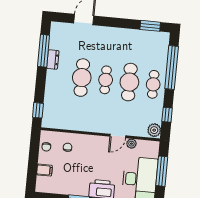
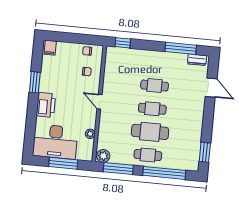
dresser: (53, 59) -> (197, 60), moved
cafe table: (82, 78) -> (155, 86), width x0.73, depth x0.74
window: (167, 115) -> (118, 169), width x2.17
door: (118, 136) -> (99, 102), moved
filing cabinet: (44, 170) -> (50, 48), moved

